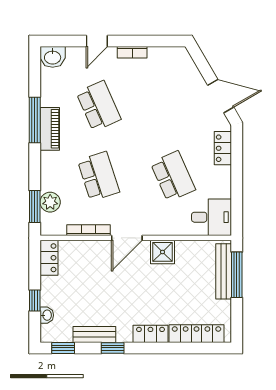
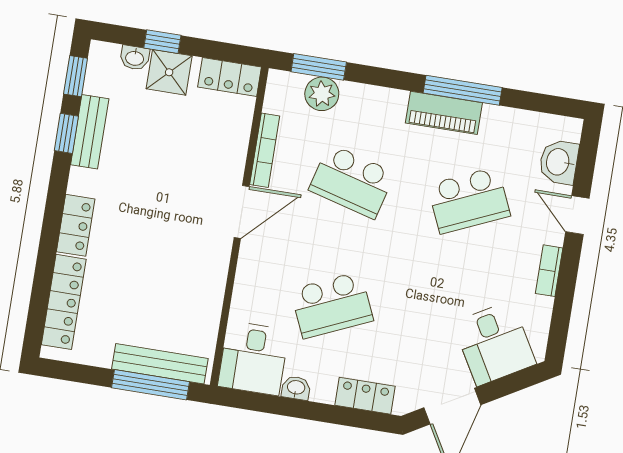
washbasin: (53, 57) -> (559, 162), moved
desk: (180, 77) -> (494, 343), added
school desk: (99, 176) -> (352, 181), turned 33
washbasin: (225, 189) -> (296, 388), added
door: (127, 238) -> (242, 212), swing flipped
shower: (162, 252) -> (169, 72), moved
window: (113, 348) -> (66, 133), moved

